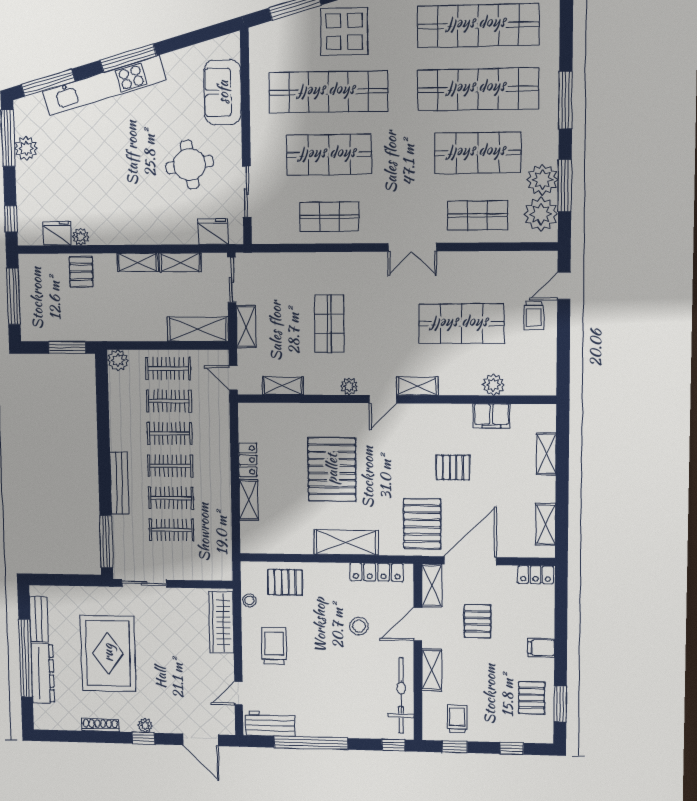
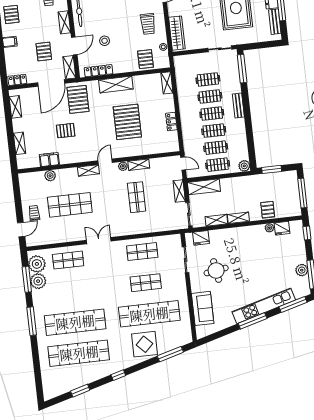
shop shelf: (478, 153) -> (72, 291), removed
shop shelf: (329, 155) -> (146, 283), width x0.70, depth x0.74
shelving: (283, 386) -> (139, 165), moved
bench: (119, 483) -> (238, 106), width x0.73
shelving: (249, 500) -> (167, 83), moved
pallet: (285, 582) -> (145, 59), turned 90

